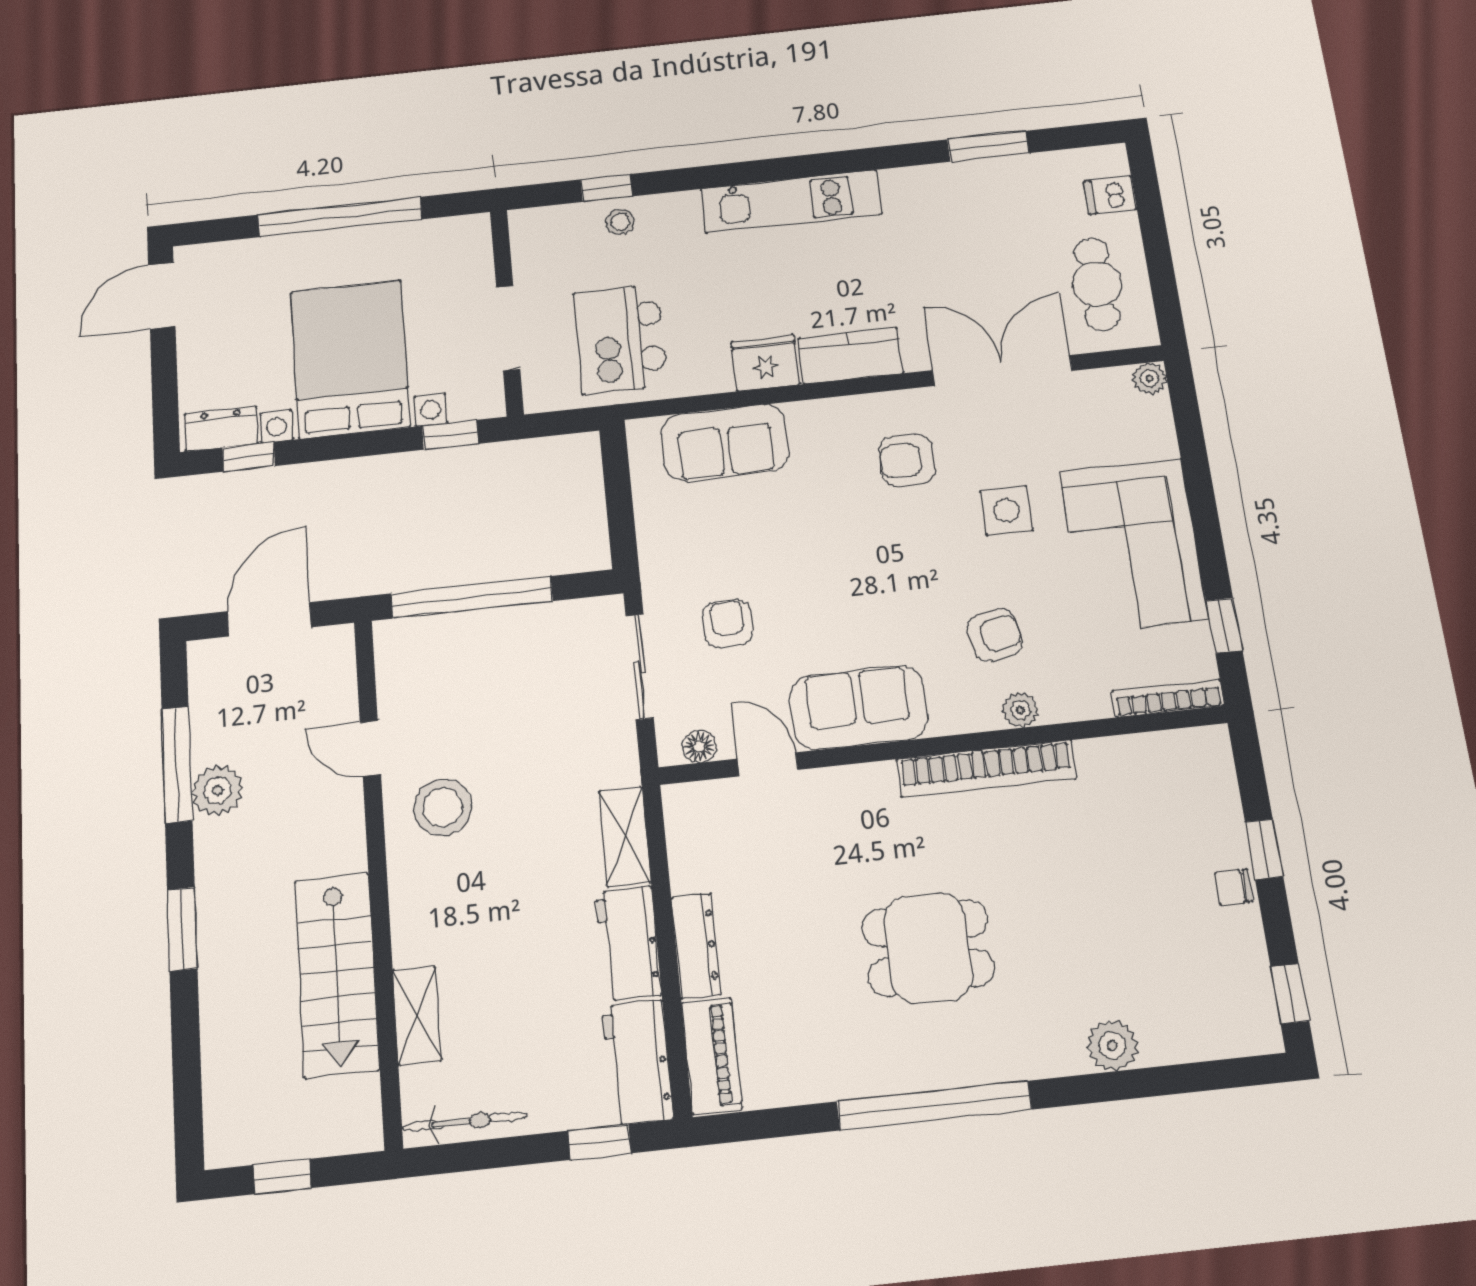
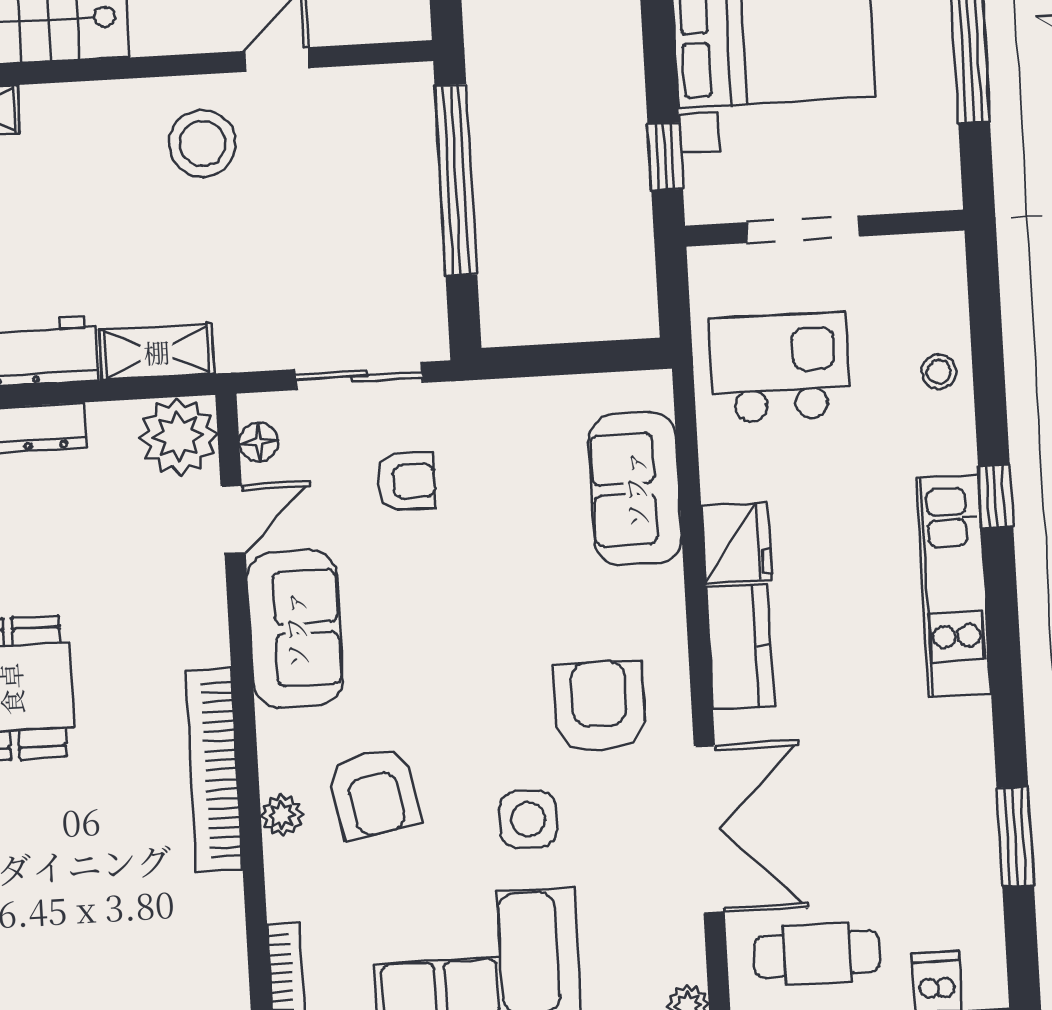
window: (606, 188) -> (996, 496), moved
armchair: (907, 460) -> (600, 706), width x1.38, depth x1.38
armchair: (995, 635) -> (374, 793), width x1.38, depth x1.38
plant: (697, 814) -> (178, 436), added

